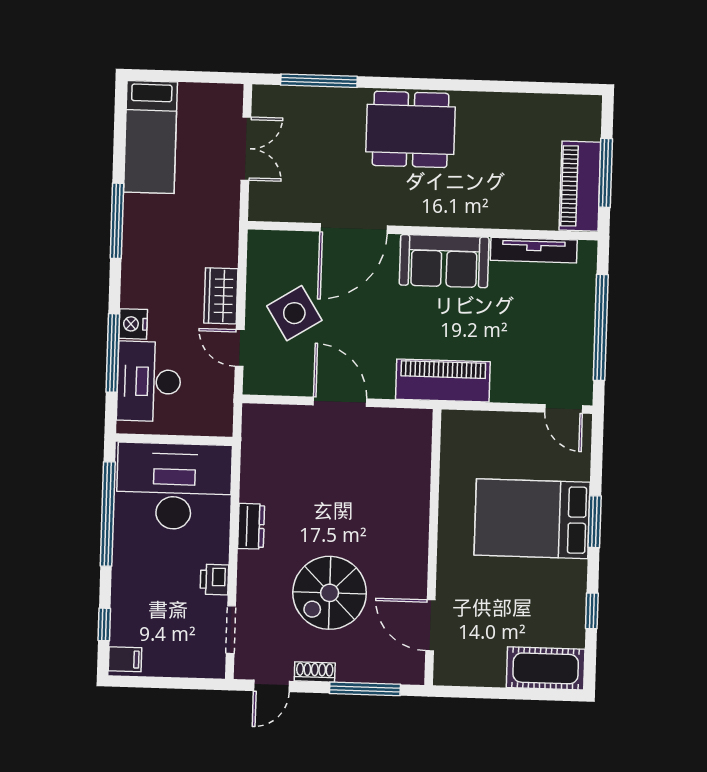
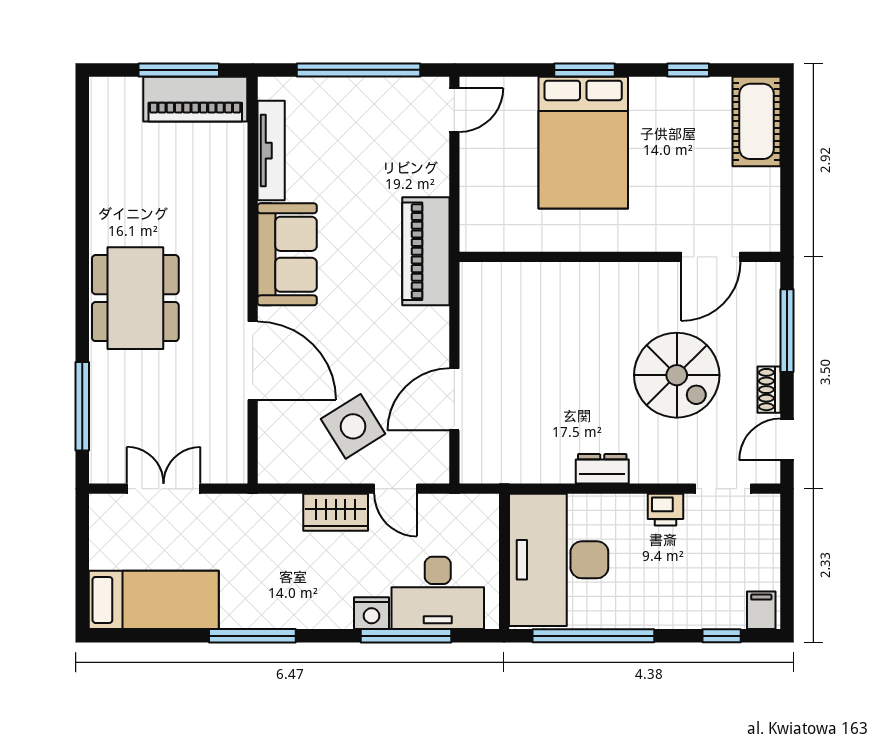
door: (240, 348) -> (396, 489), hinge flipped
door: (340, 402) -> (454, 399), moved
door: (271, 686) -> (787, 439), swing flipped

